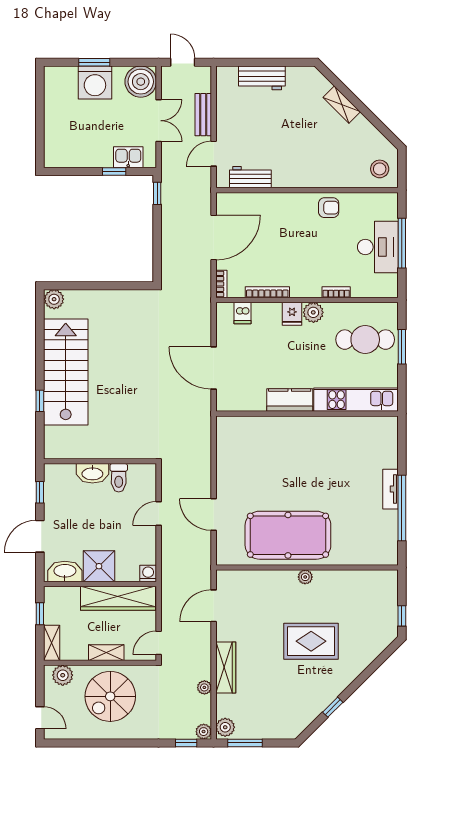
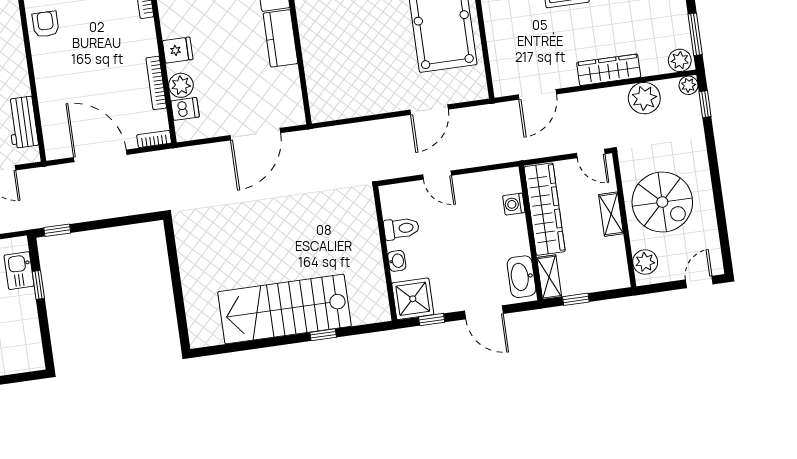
plant: (54, 299) -> (200, 335), removed
plant: (313, 312) -> (181, 85), moved
washbasin: (92, 473) -> (397, 261), width x0.52, depth x0.69
shower: (99, 566) -> (413, 299), moved
washing machine: (148, 573) -> (514, 204), moved
door: (214, 606) -> (537, 94), hinge flipped
shelving: (52, 643) -> (549, 277), moved, turned 90
plant: (204, 687) -> (644, 98), width x1.87, depth x1.87

